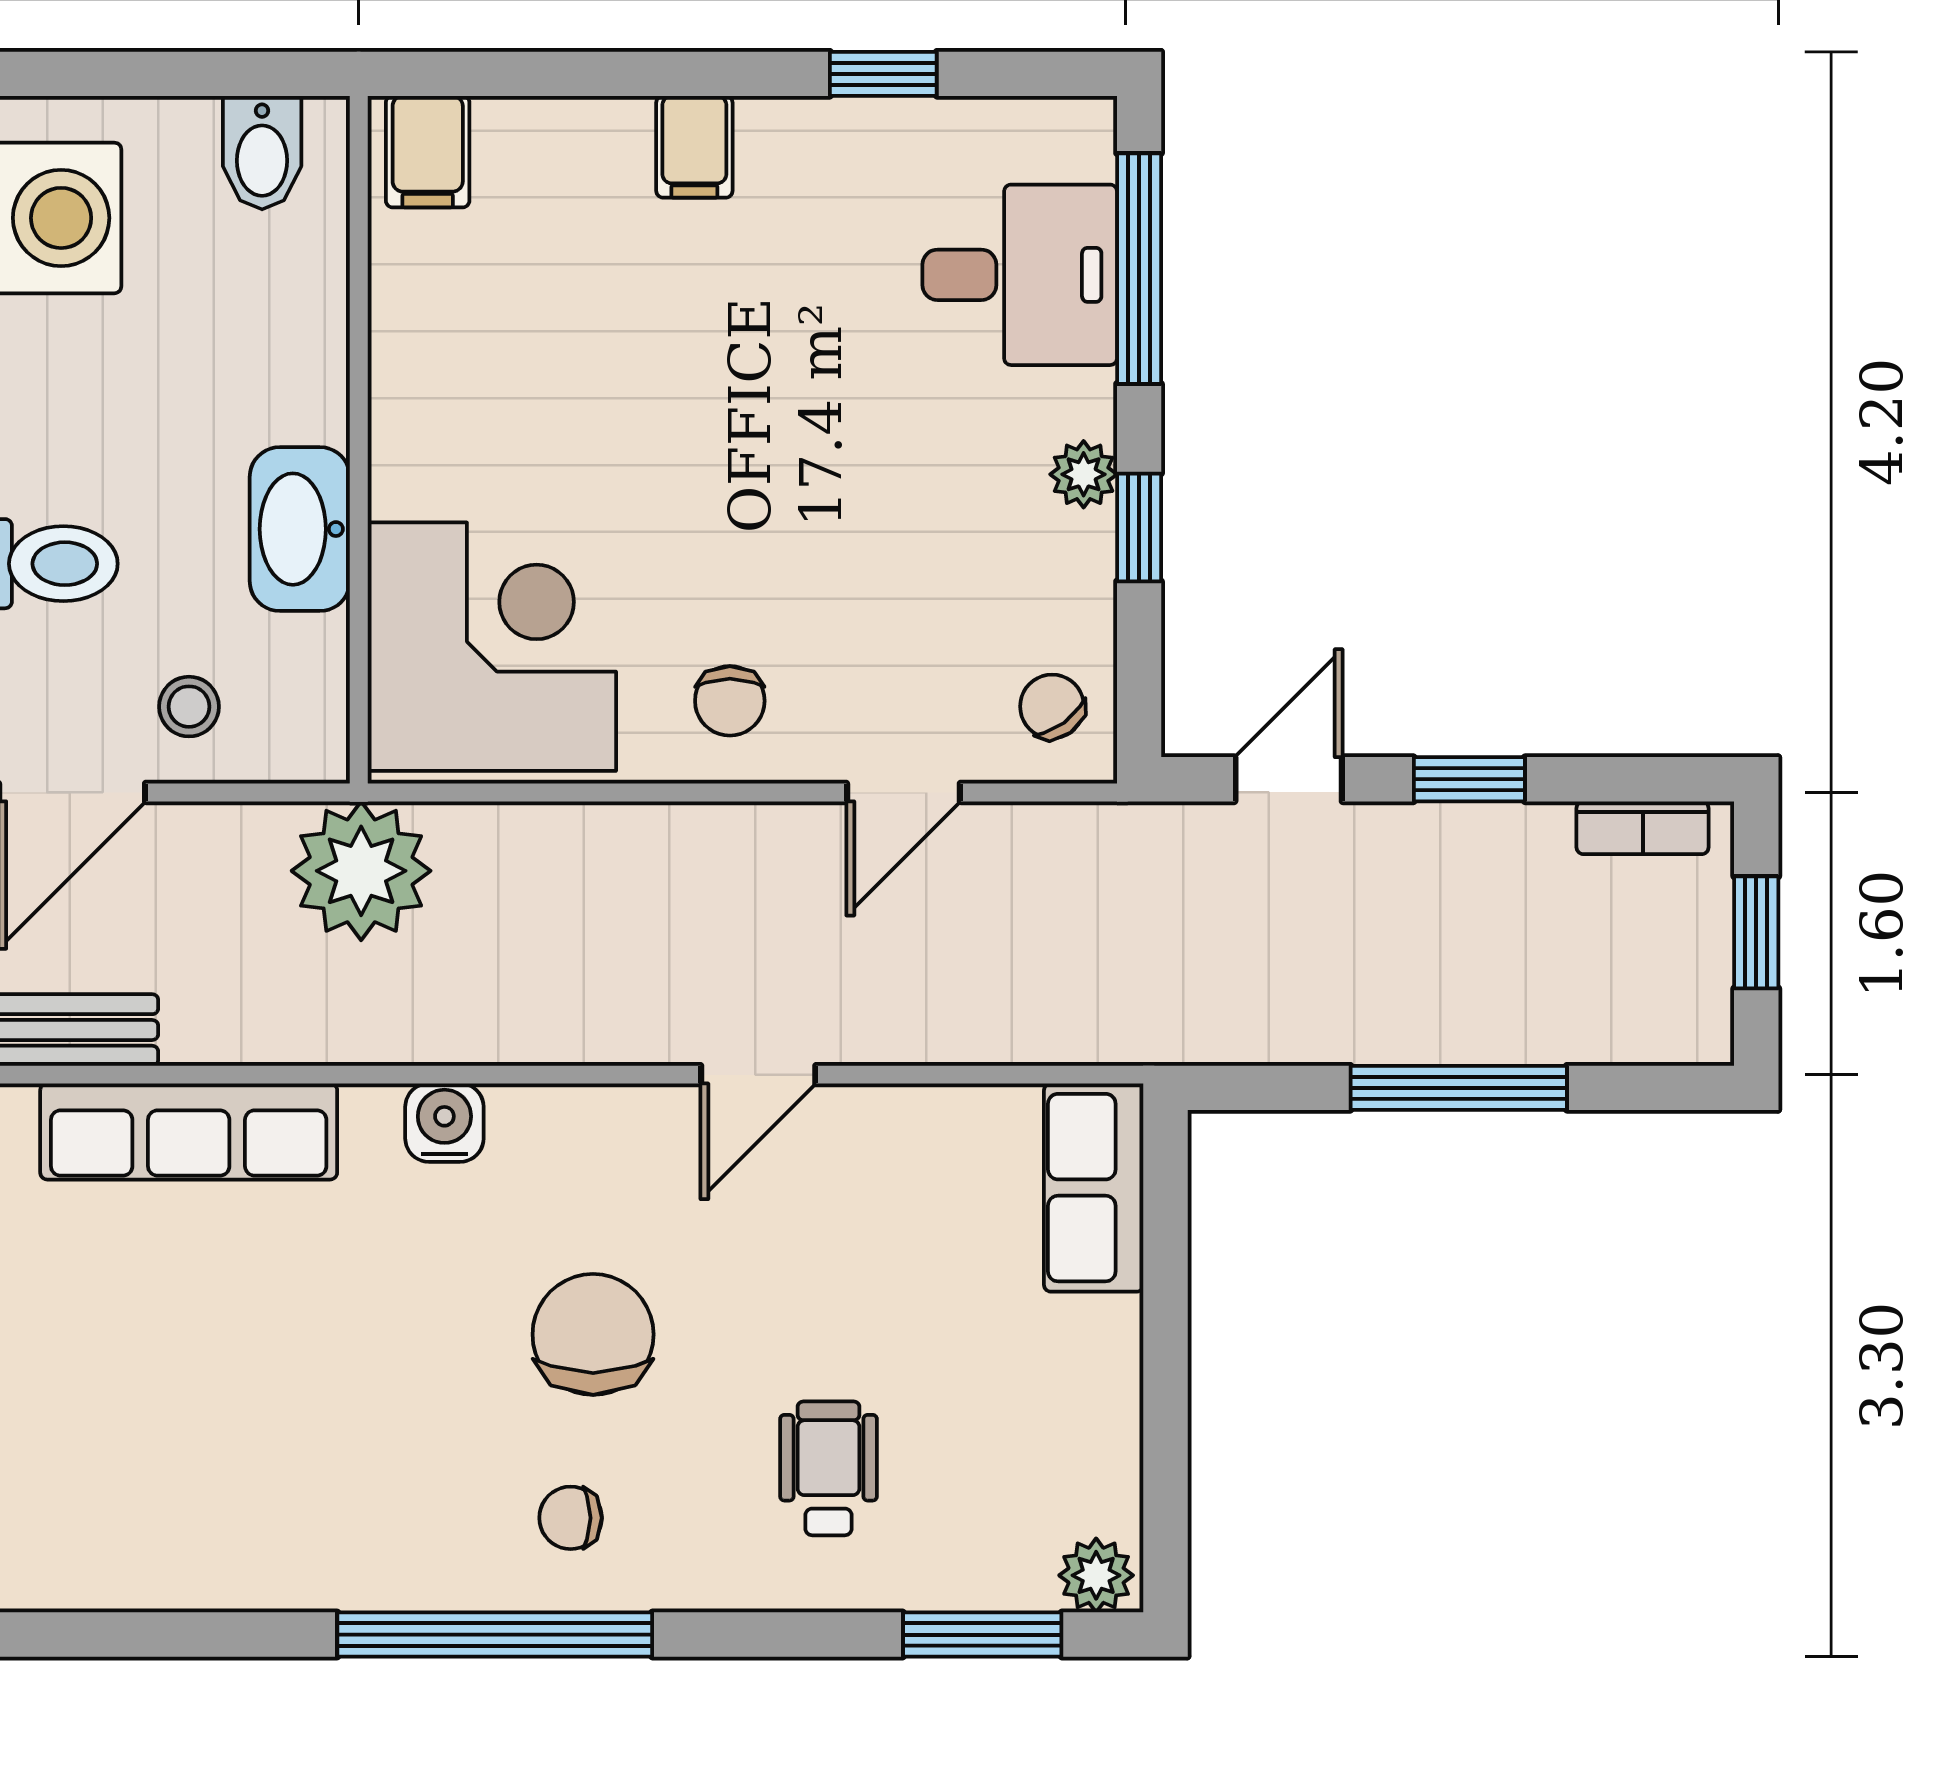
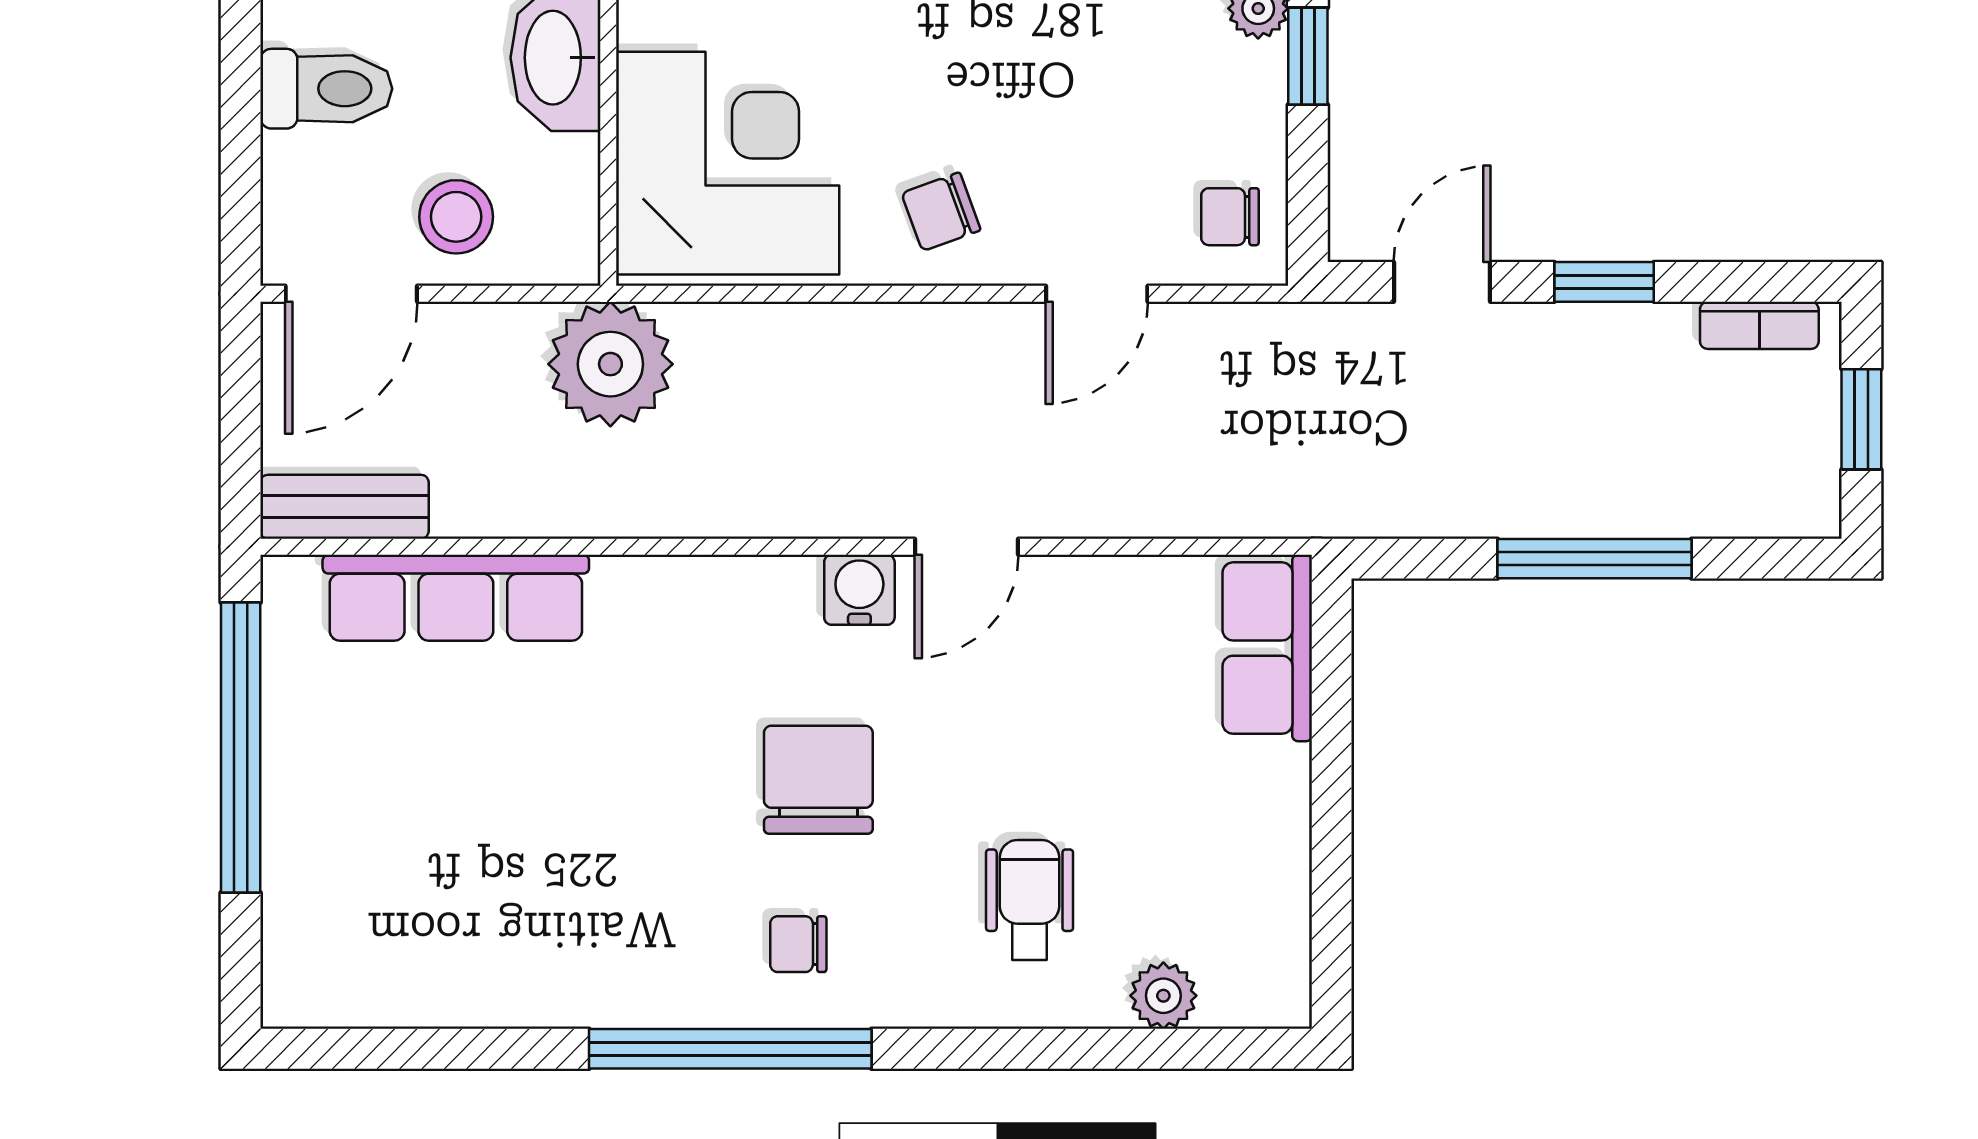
chair: (730, 701) -> (941, 212), turned 70
chair: (1052, 706) -> (1230, 217), turned -54
stool: (189, 707) -> (456, 217), width x1.37, depth x1.37
water cooler: (444, 1123) -> (859, 590), moved
plant: (1096, 1575) -> (1163, 996), moved
window: (982, 1635) -> (1167, 1049), removed

